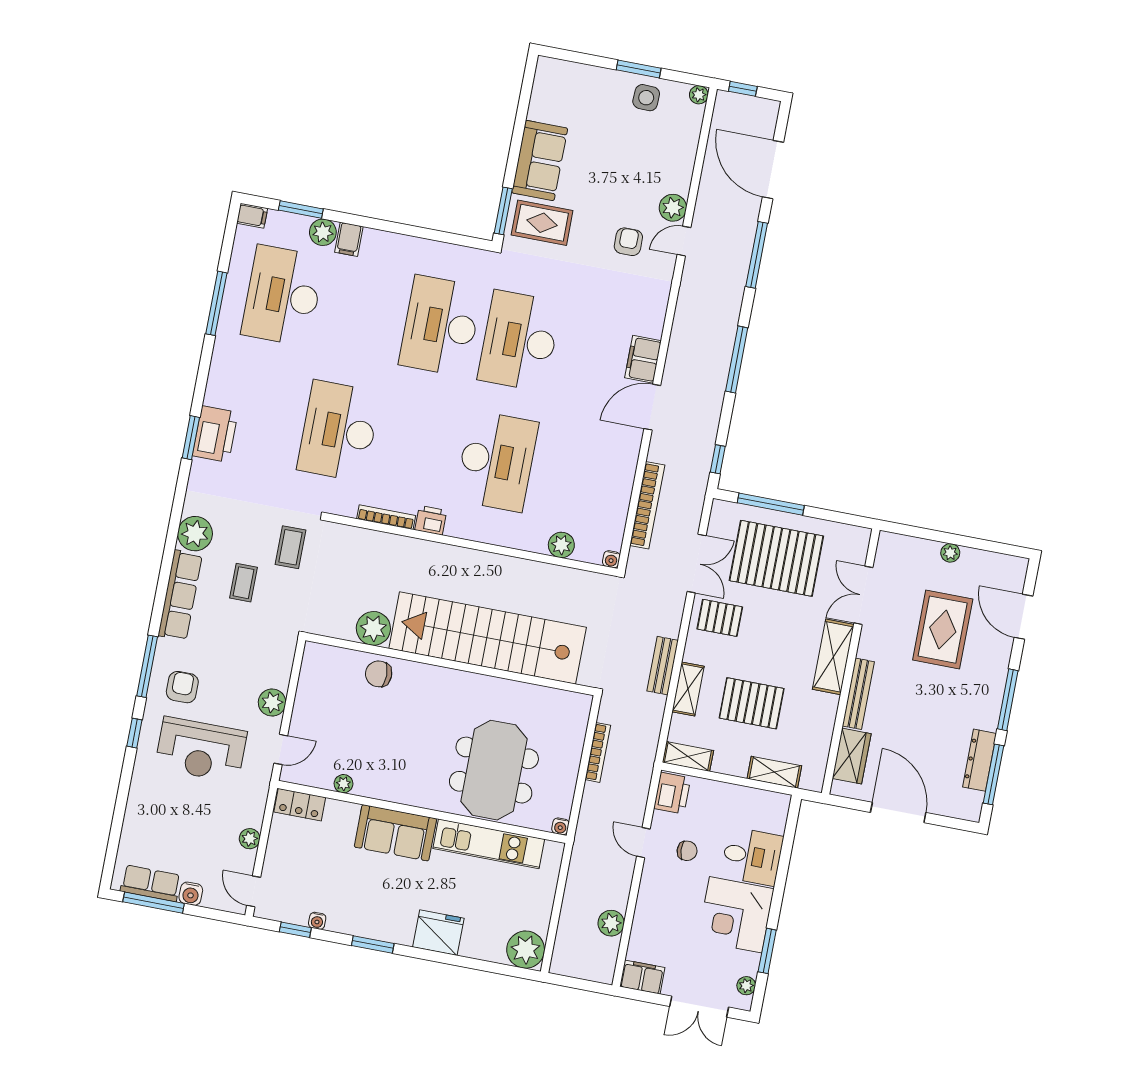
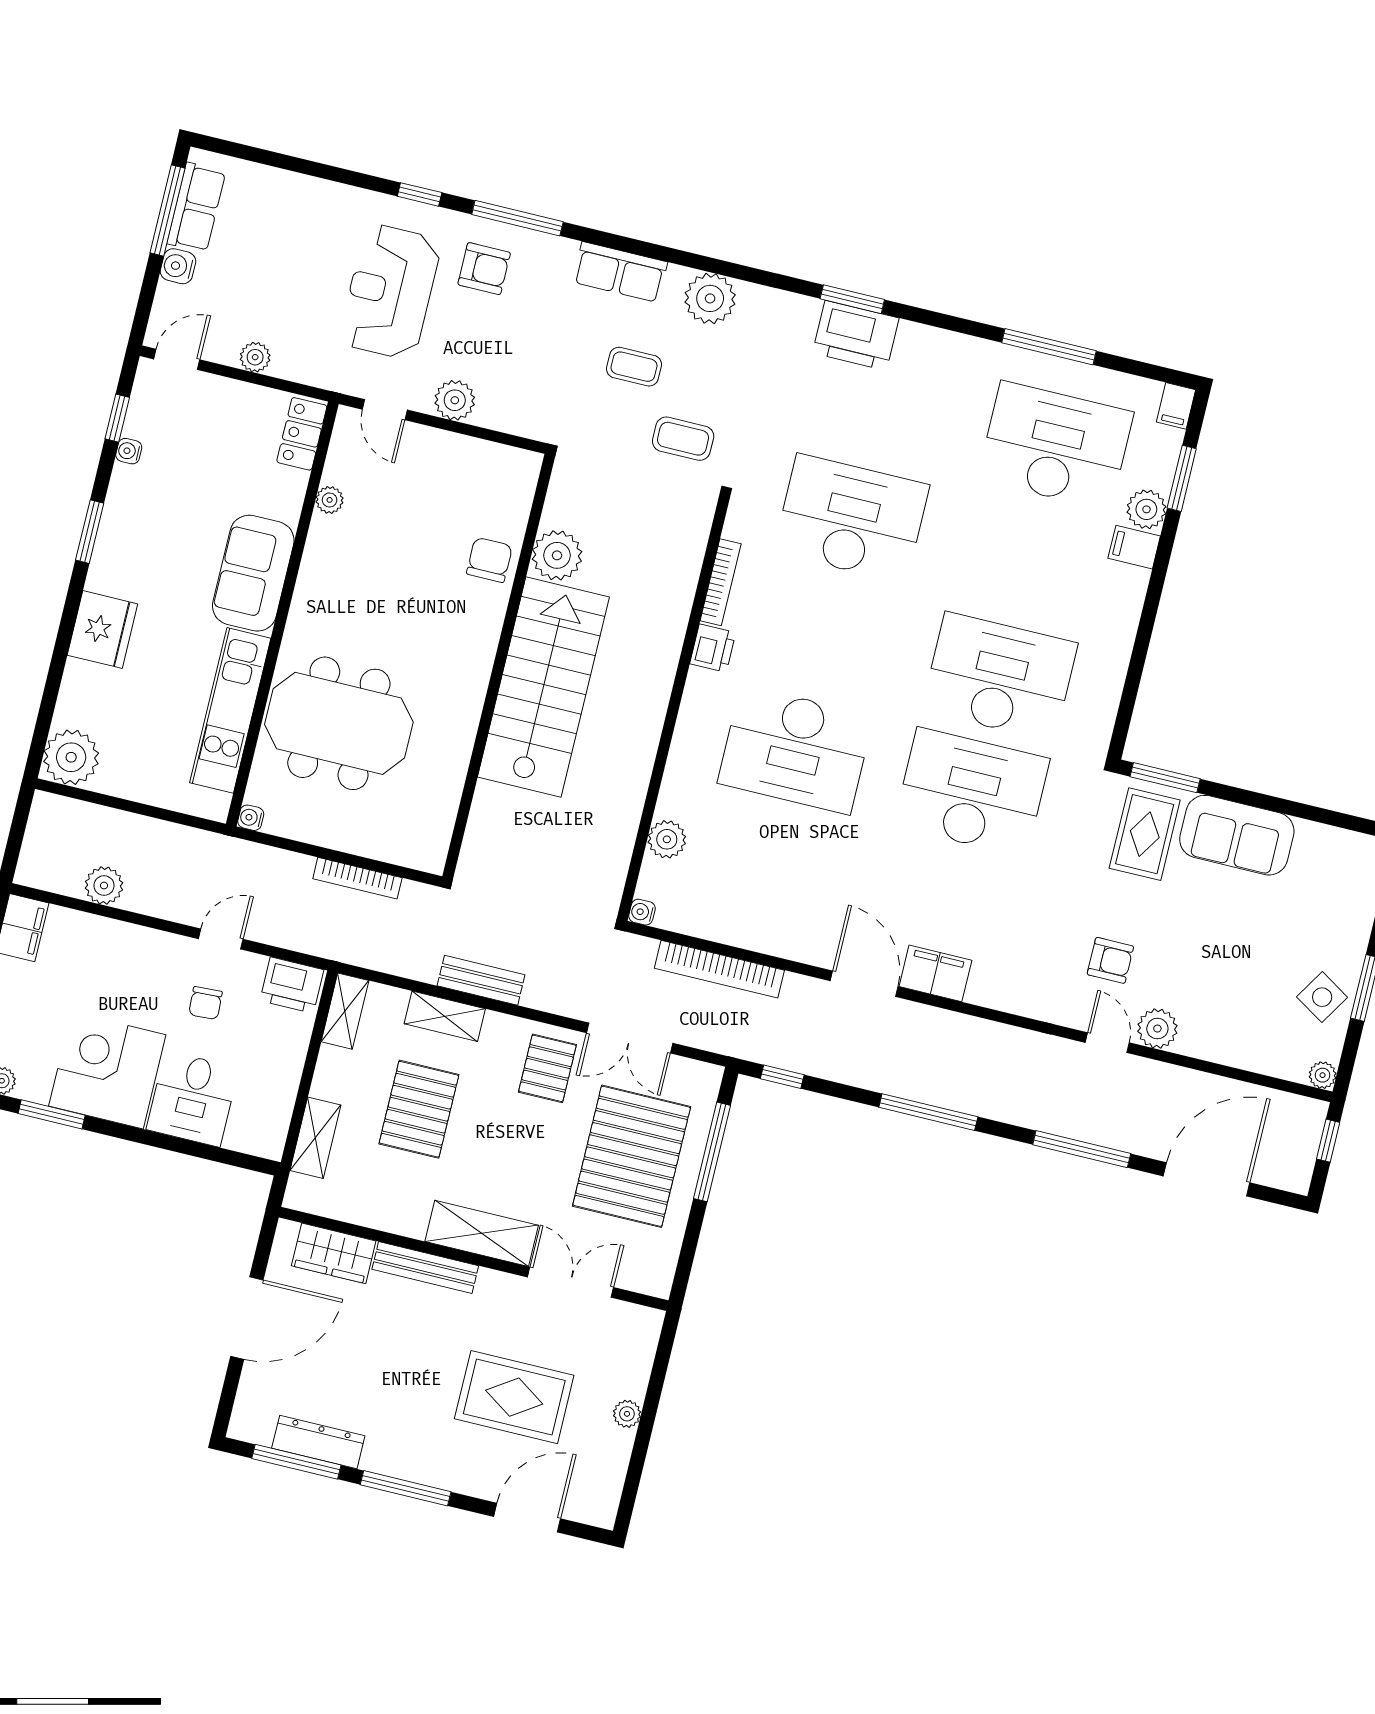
side table: (646, 98) -> (1322, 997), turned 30
row of seats: (180, 595) -> (620, 272), width x0.68
stairs: (488, 638) -> (543, 687), width x0.73

